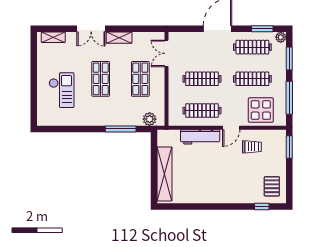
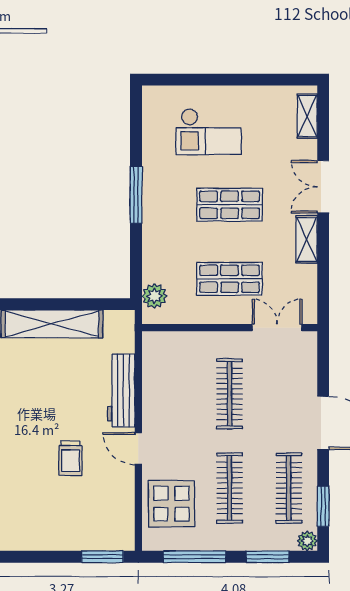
clothes rail: (202, 111) -> (170, 394), removed
window: (121, 129) -> (136, 195), moved
trolley: (252, 147) -> (70, 458), moved
pallet: (272, 186) -> (29, 524), removed

